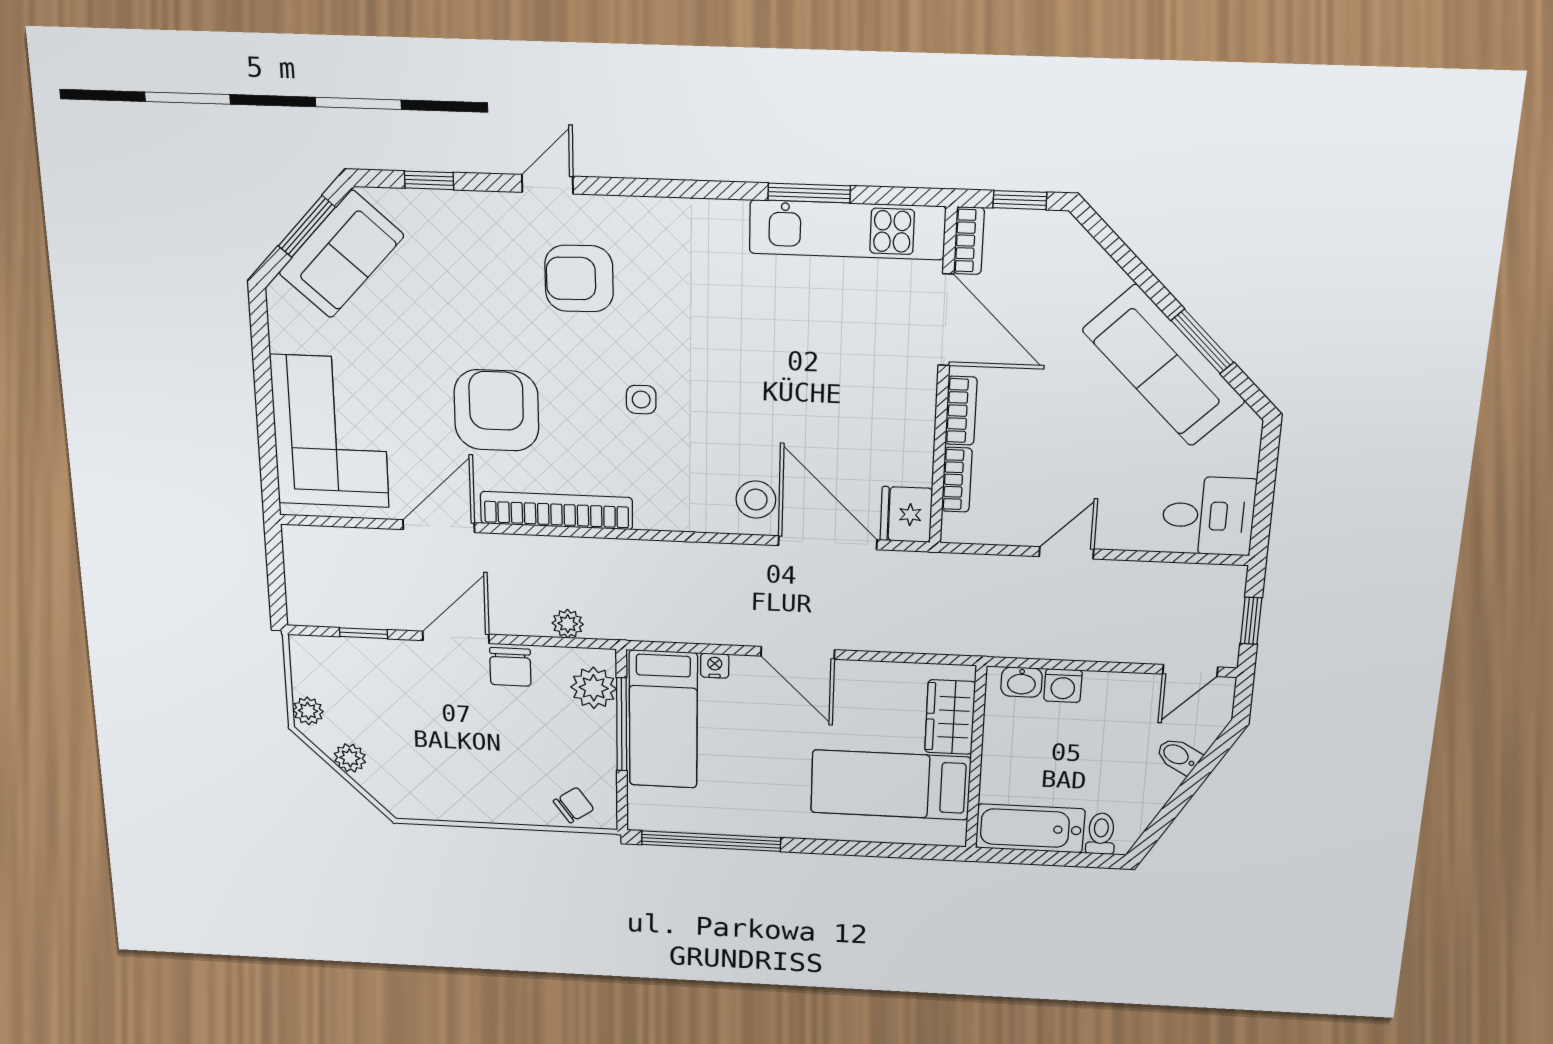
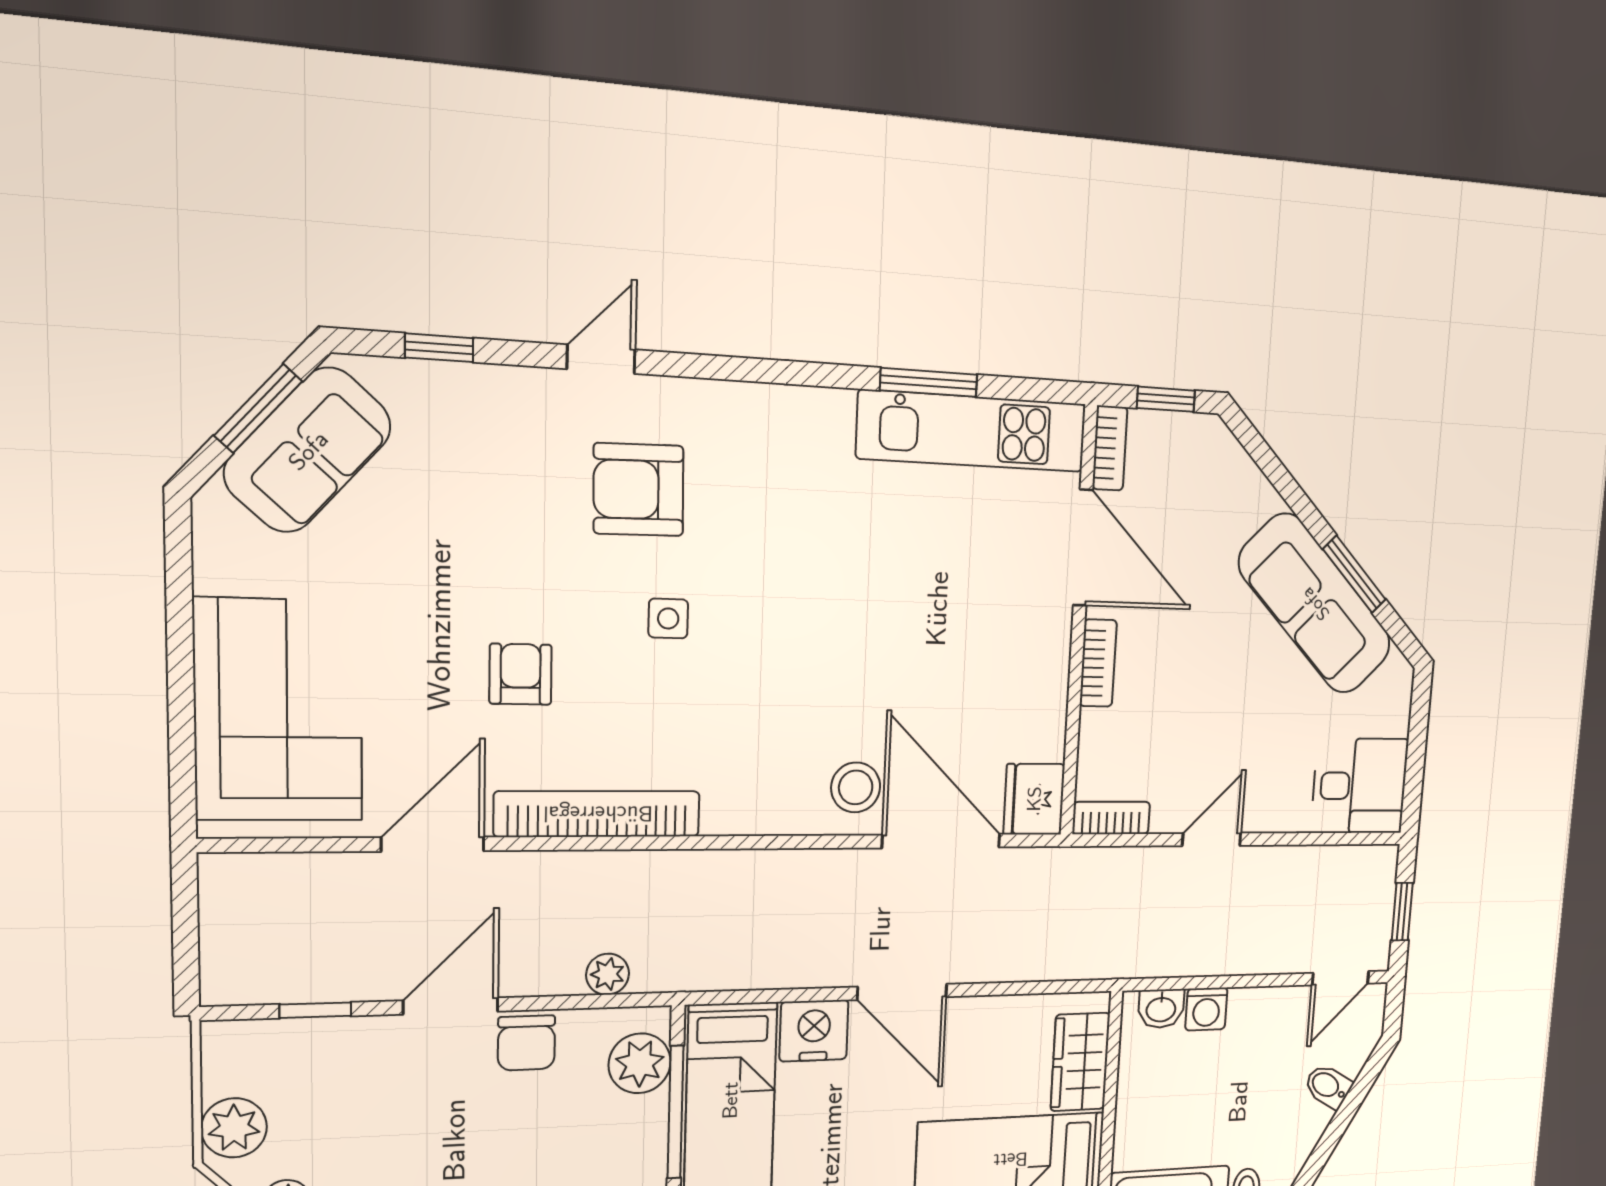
side table: (641, 400) -> (668, 618), moved
armchair: (496, 410) -> (521, 674), width x0.53, depth x0.53
bookcase: (957, 480) -> (1111, 818), moved, turned -90
nightstand: (715, 666) -> (814, 1031), width x1.89, depth x1.79
plant: (308, 711) -> (234, 1128), width x1.38, depth x1.38

